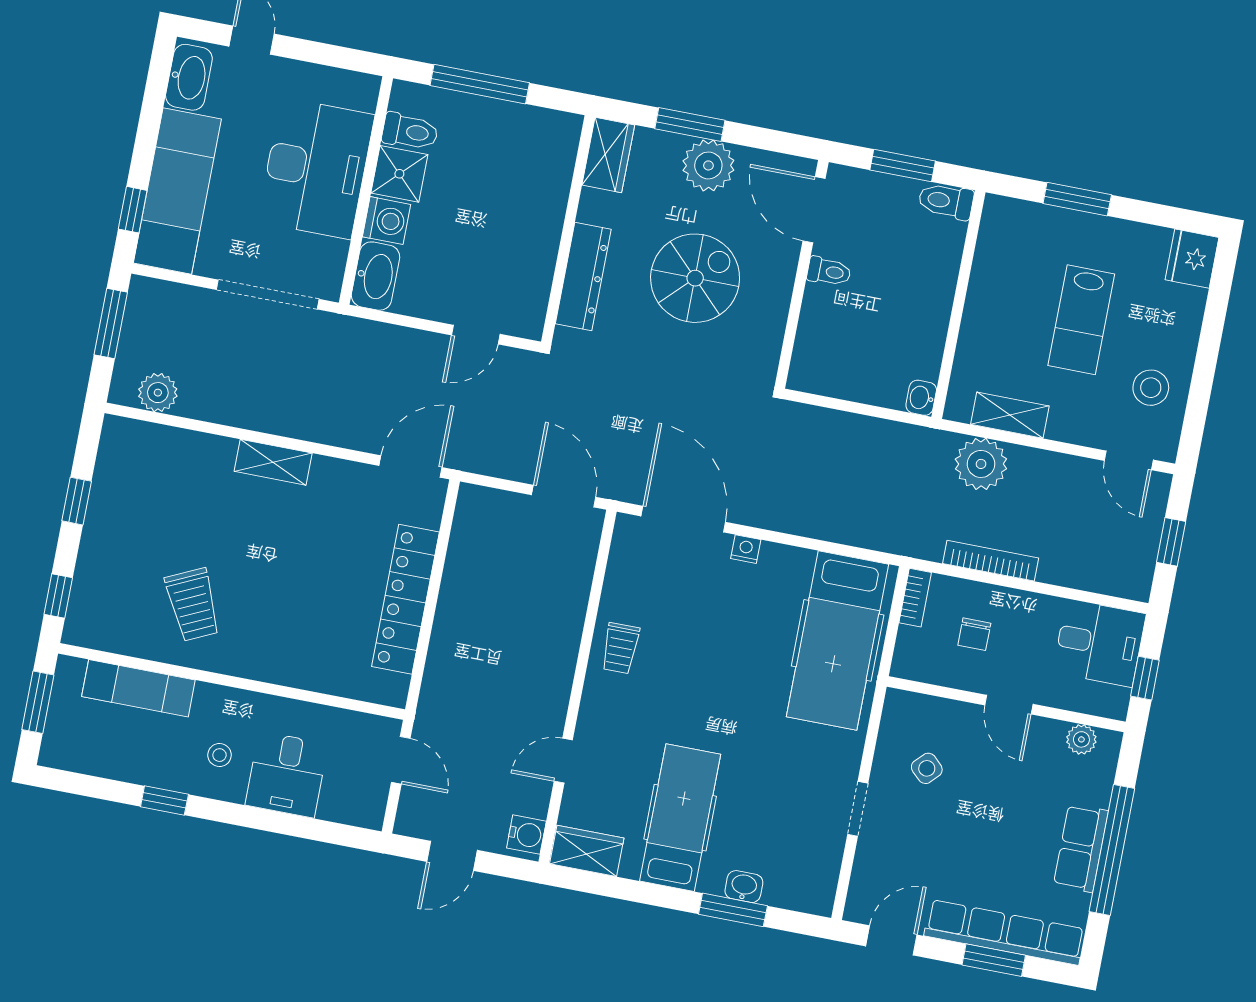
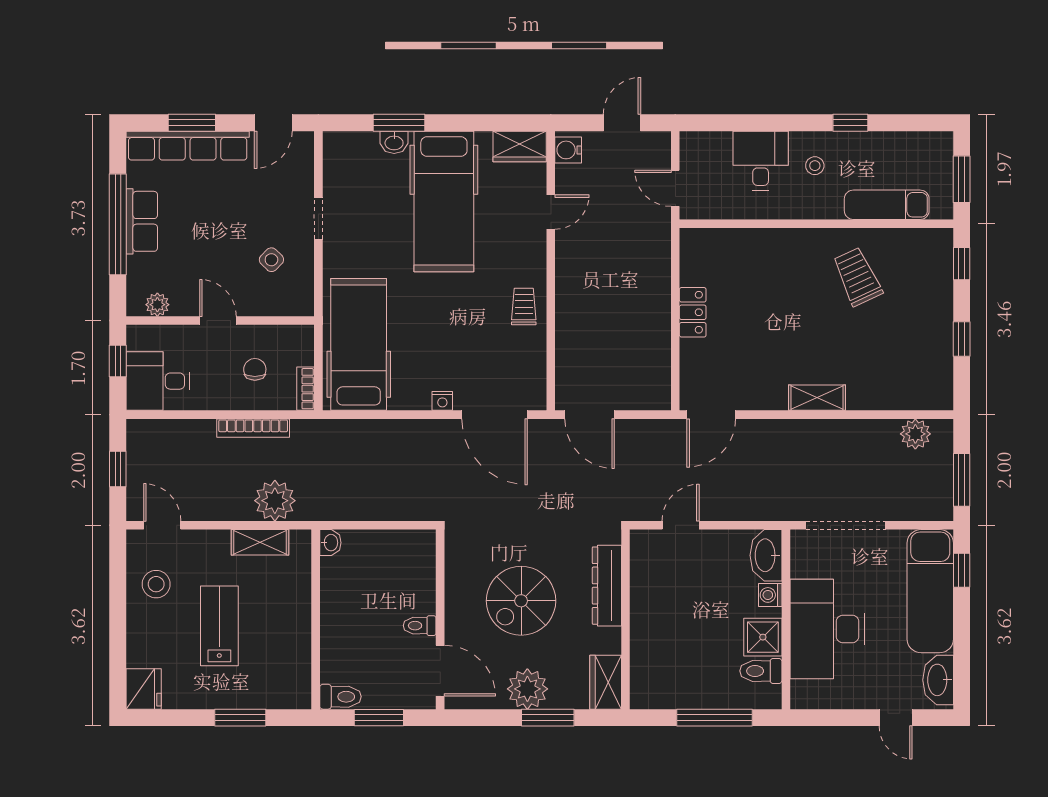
washing machine: (387, 221) -> (770, 595), width x0.73, depth x0.73
locker: (405, 599) -> (693, 312), width x0.46, depth x0.83
hospital bed: (680, 818) -> (444, 201), width x1.37, depth x1.29

